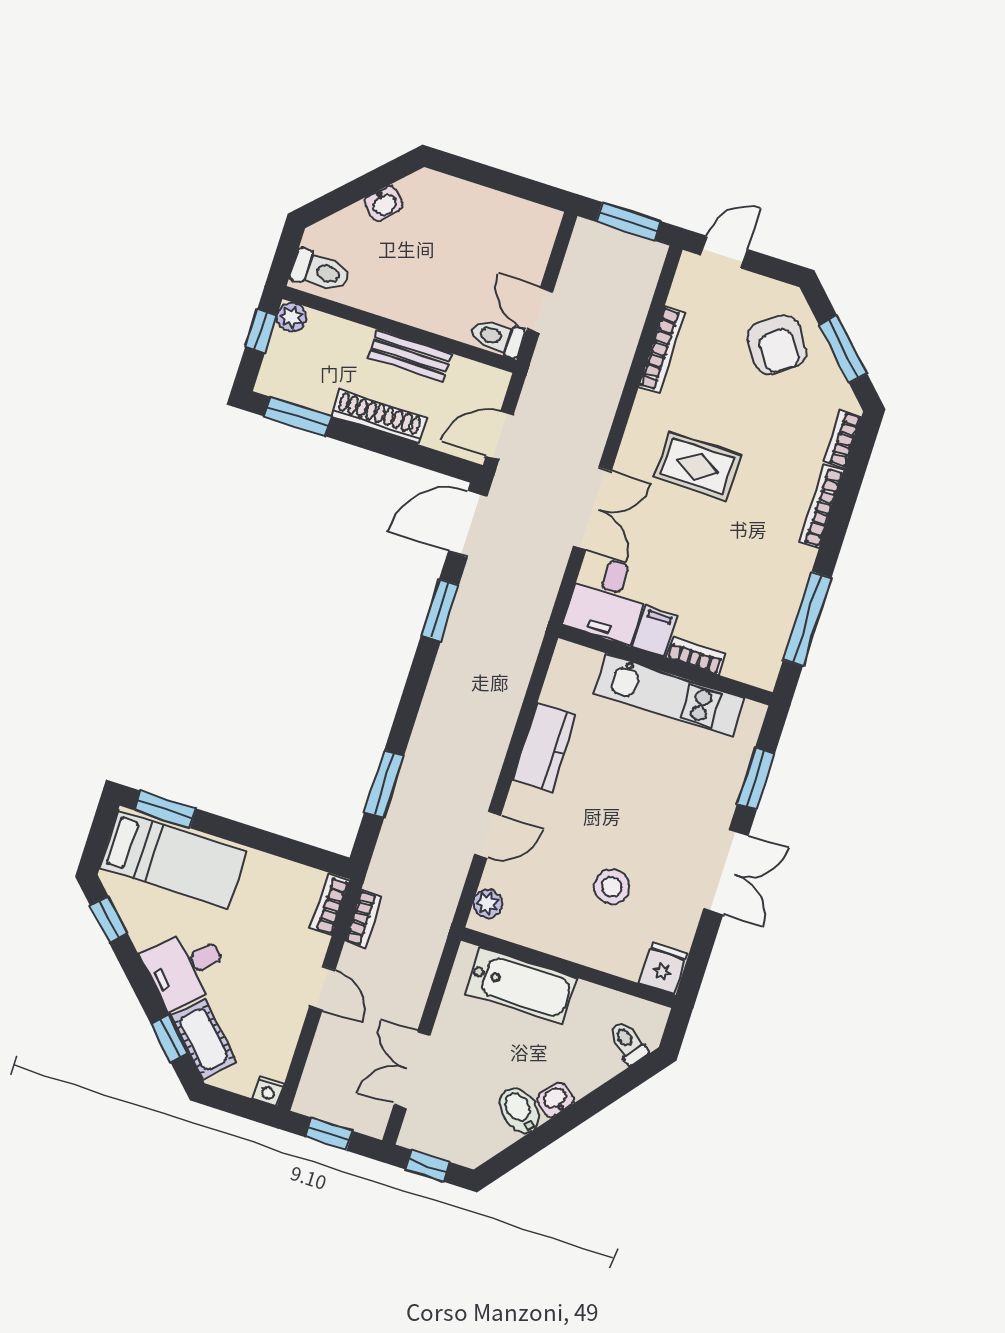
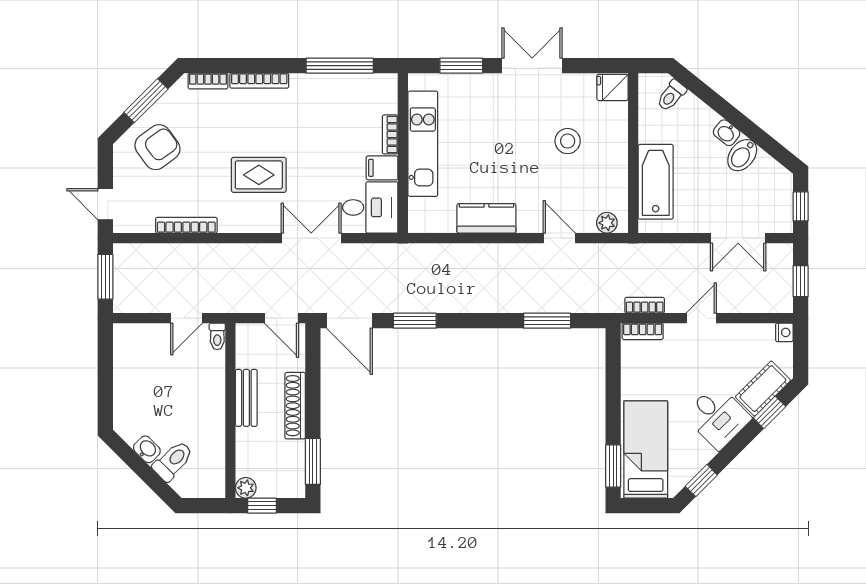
toilet: (320, 271) -> (173, 461), moved, turned 45
toilet: (497, 337) -> (217, 336), width x0.73, depth x0.72
rug: (698, 466) -> (259, 175), turned 90

